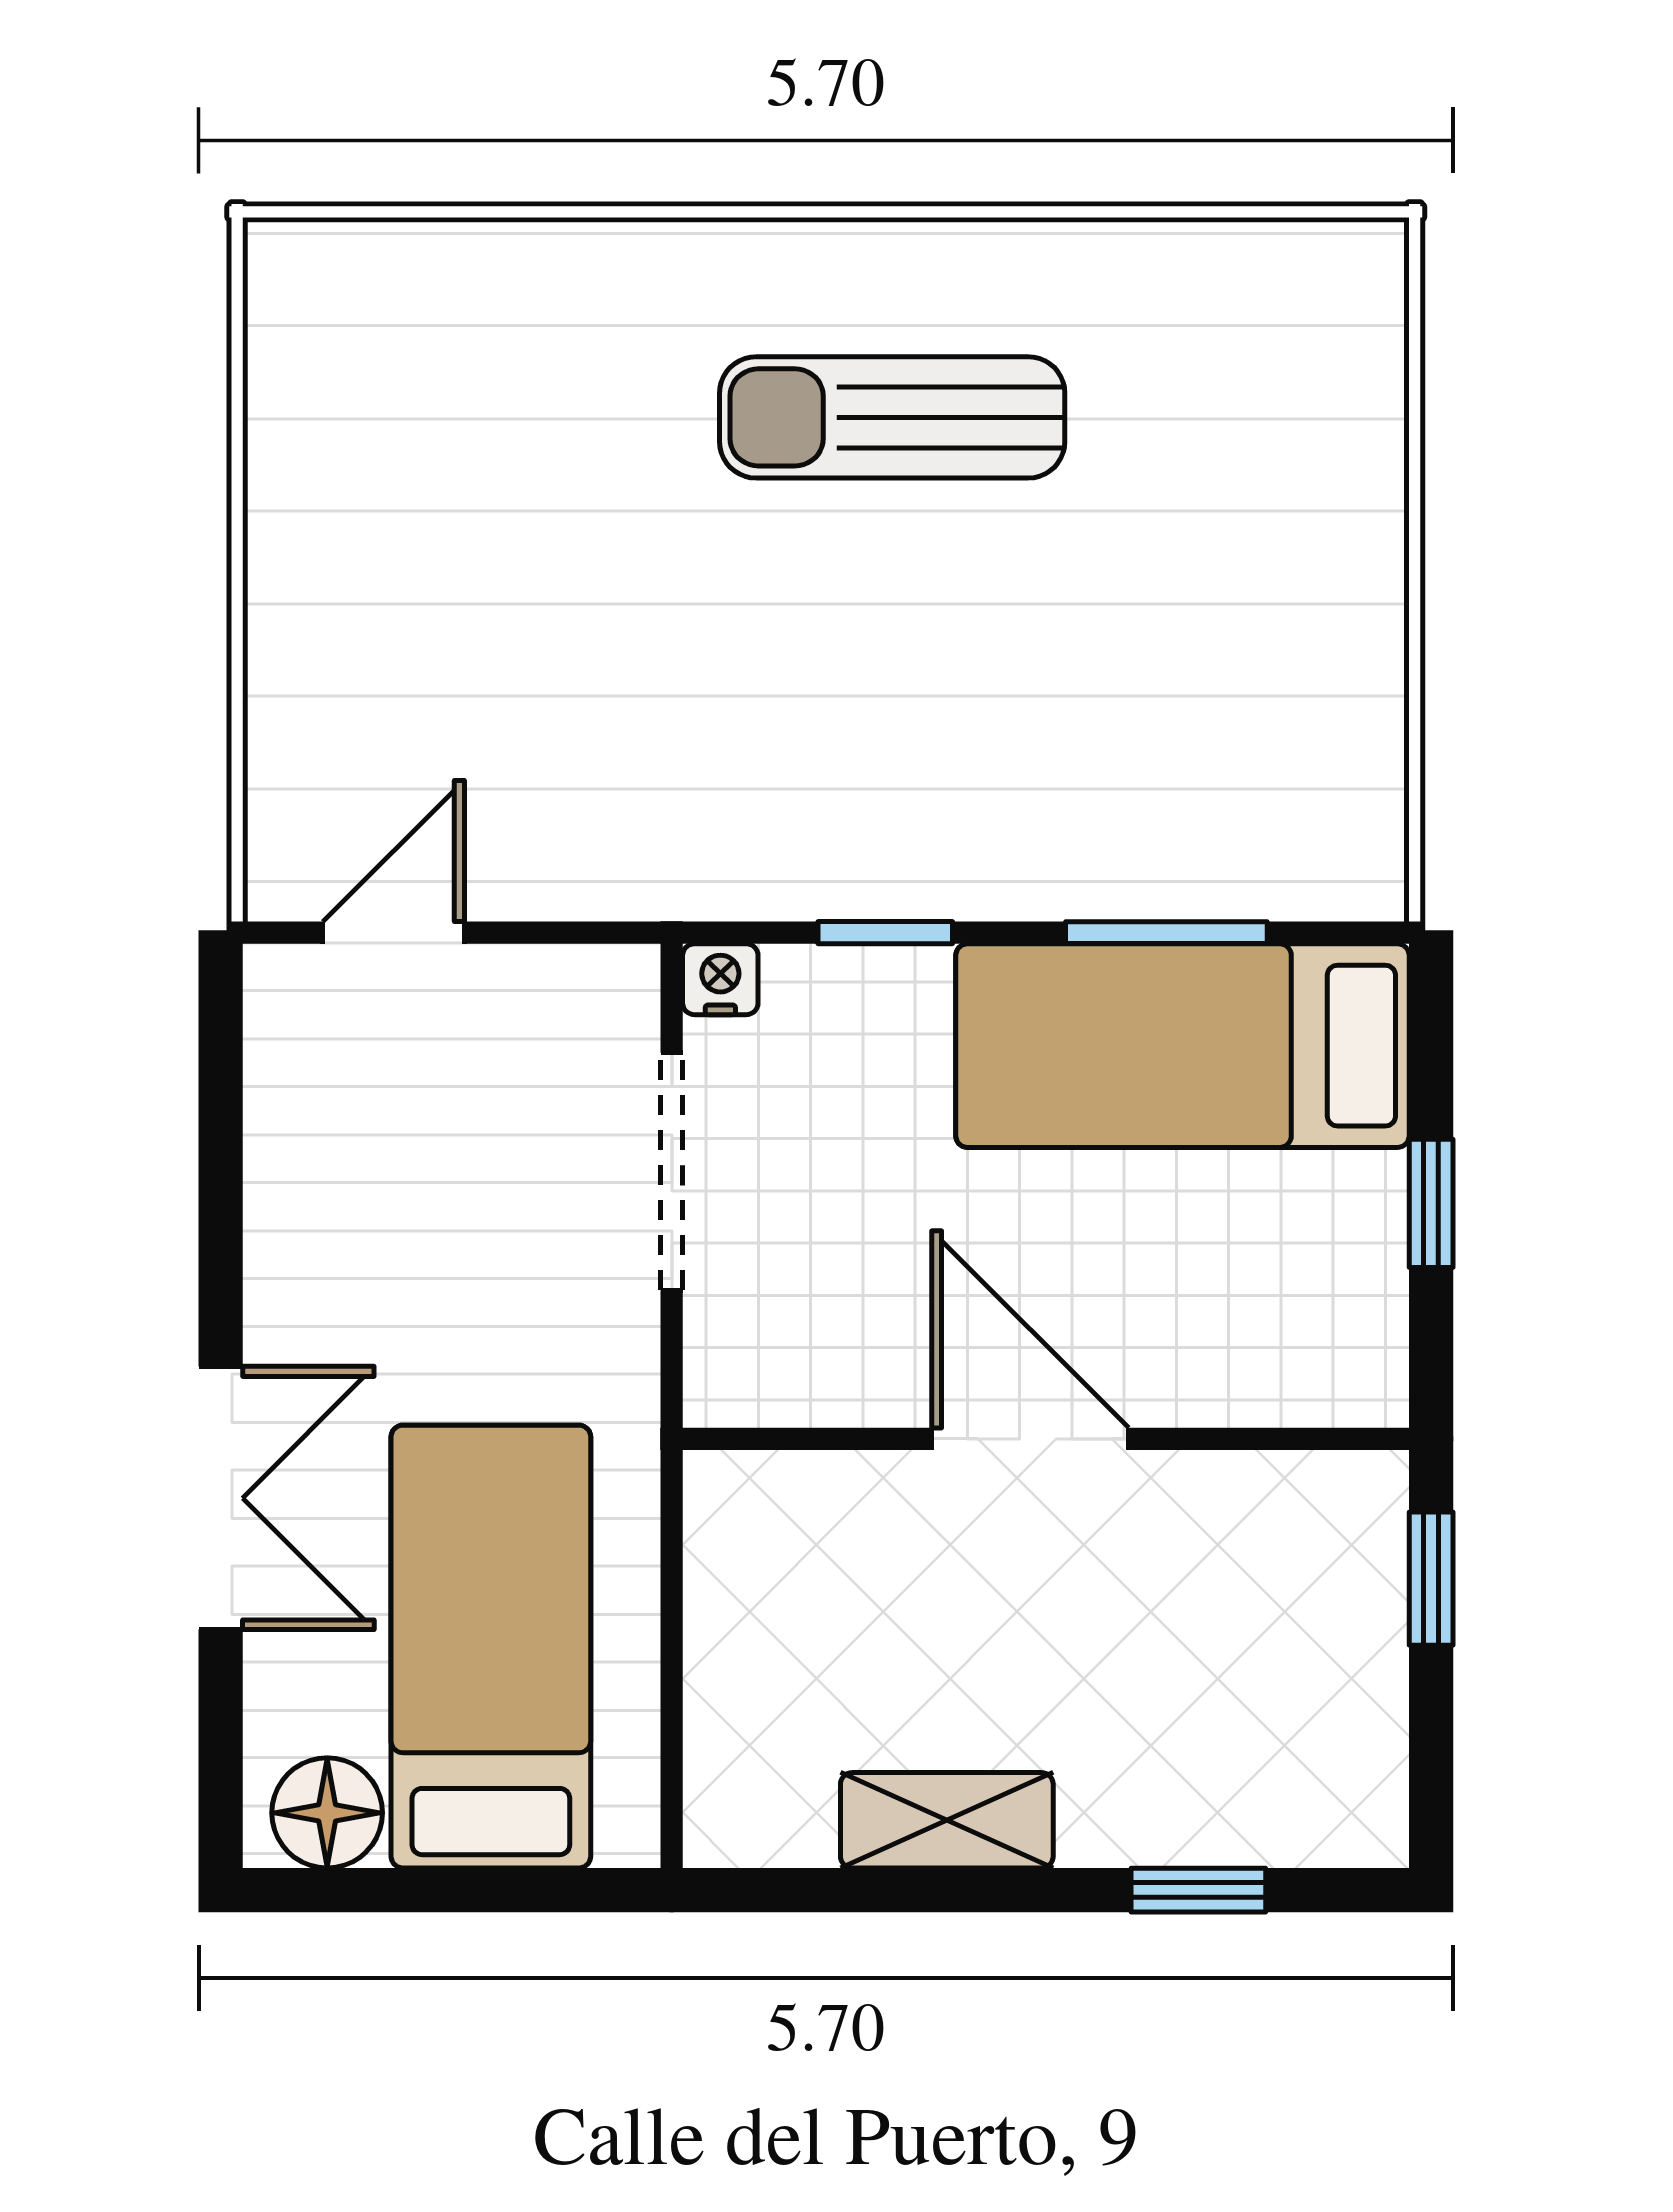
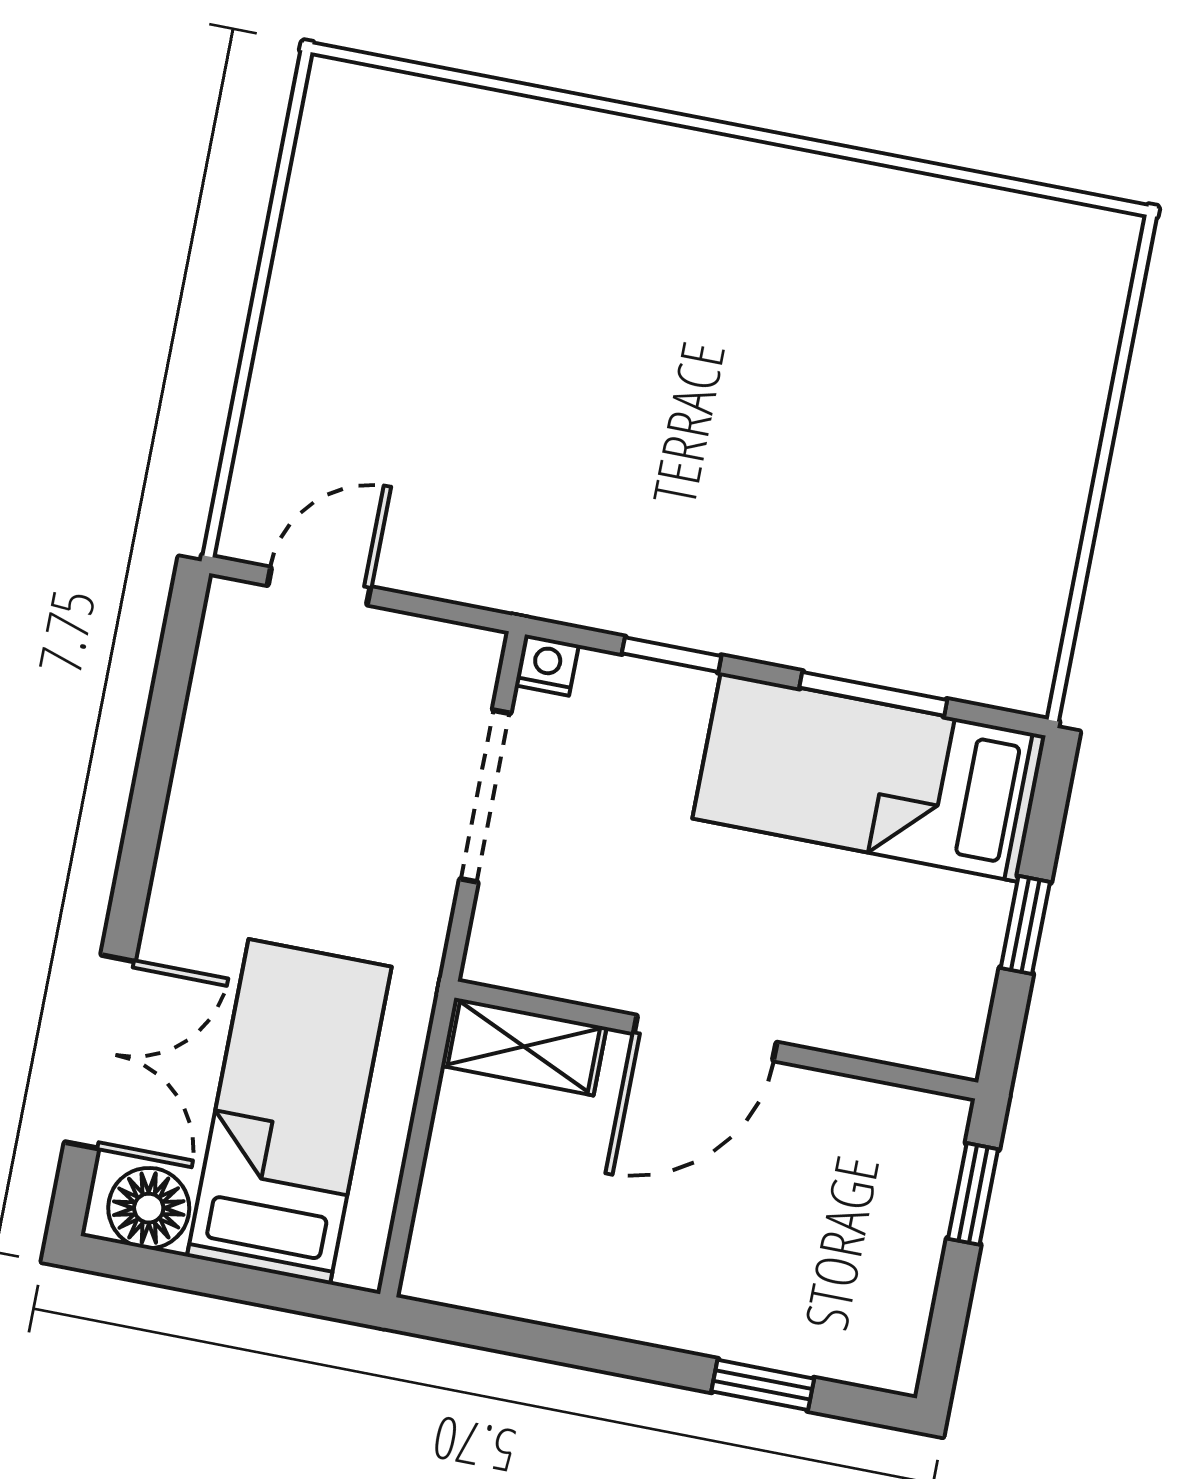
sun lounger: (892, 417) -> (748, 286), removed
door: (1030, 1439) -> (705, 1038), swing flipped
double door: (221, 1498) -> (100, 1052), moved
shelving: (947, 1820) -> (524, 1046), moved

